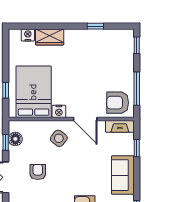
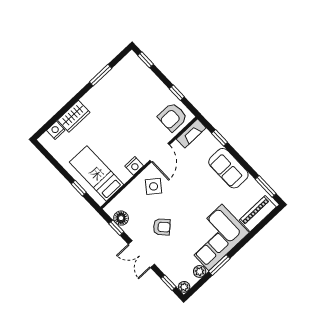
window: (95, 26) -> (101, 75), width x1.50
window: (137, 89) -> (177, 93), width x0.46
bed: (34, 92) -> (97, 173), width x0.67
door: (85, 119) -> (160, 153), hinge flipped
armchair: (38, 172) -> (162, 227), turned 137

